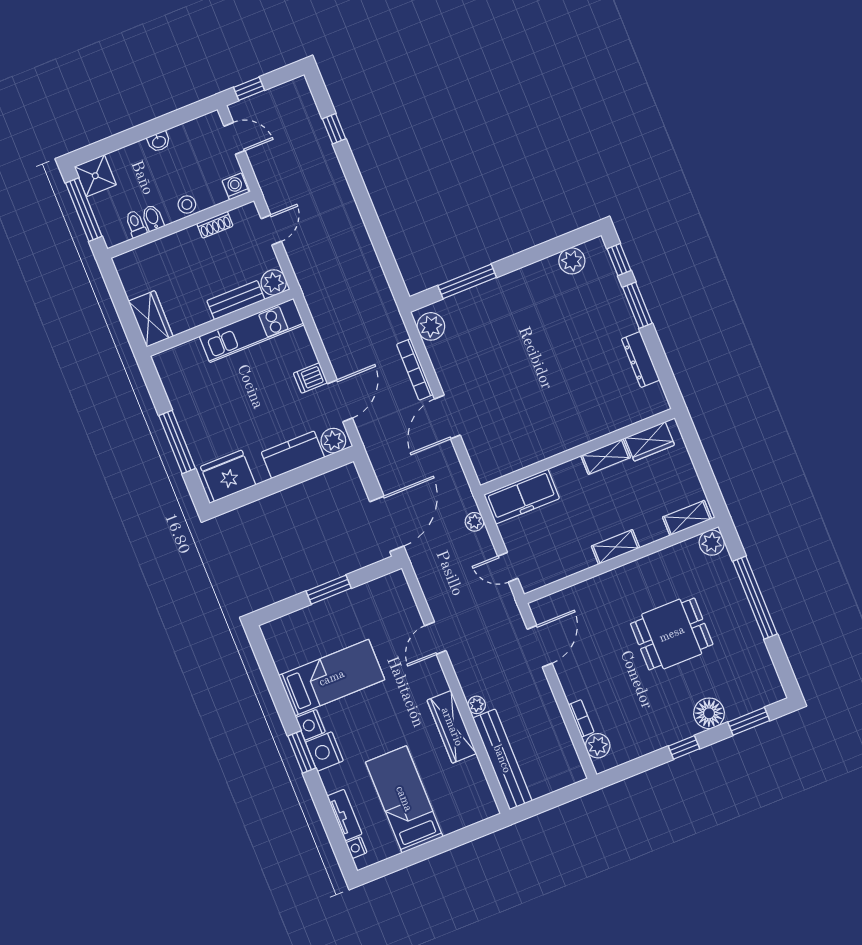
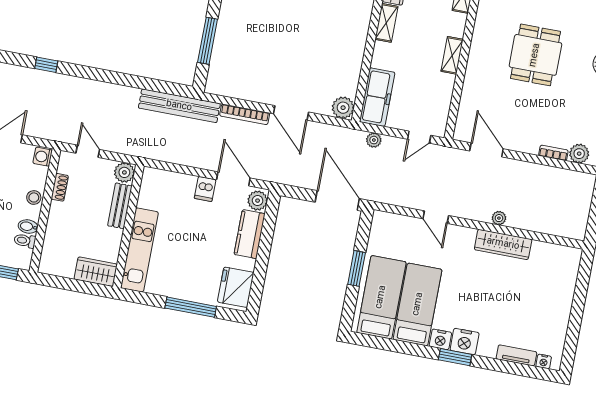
plant: (431, 326) -> (343, 108), moved
kitchen unit: (252, 330) -> (139, 250), moved
bench: (502, 759) -> (179, 106), moved
bed: (404, 799) -> (381, 297), moved, turned 90

